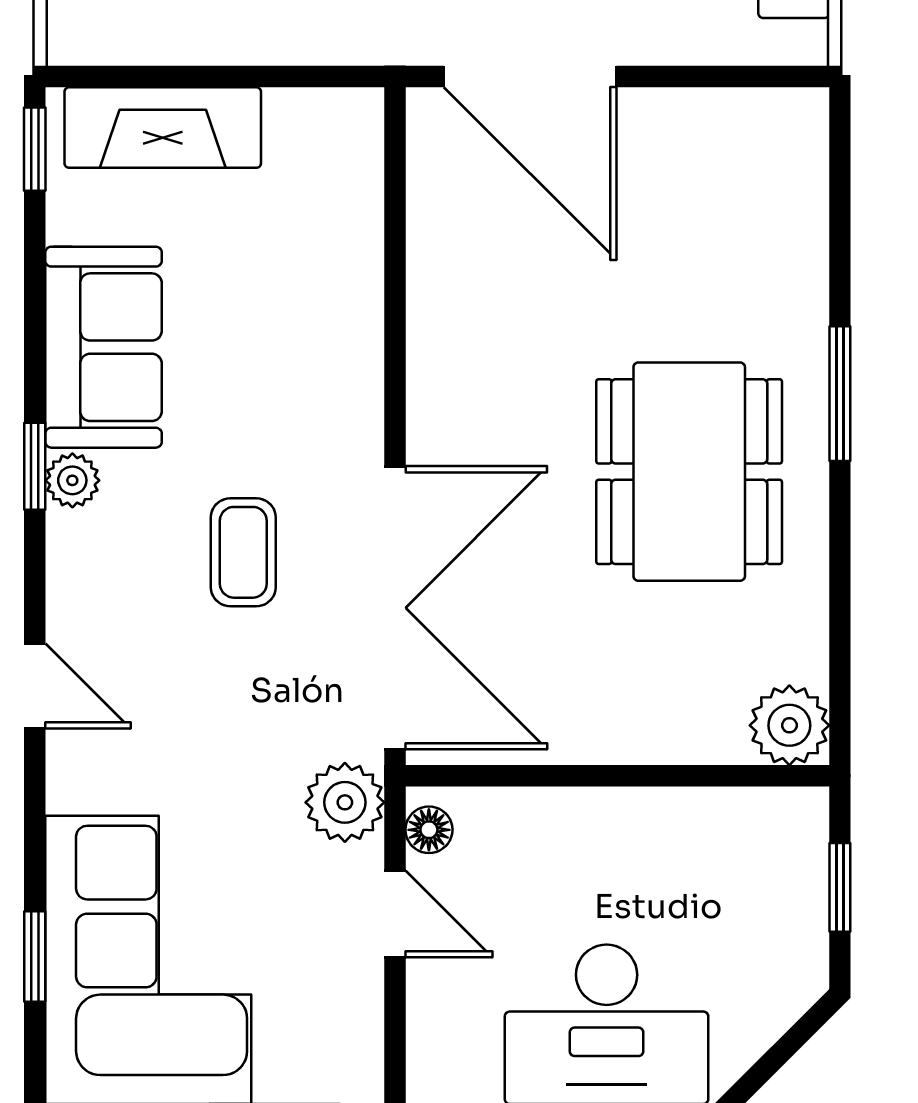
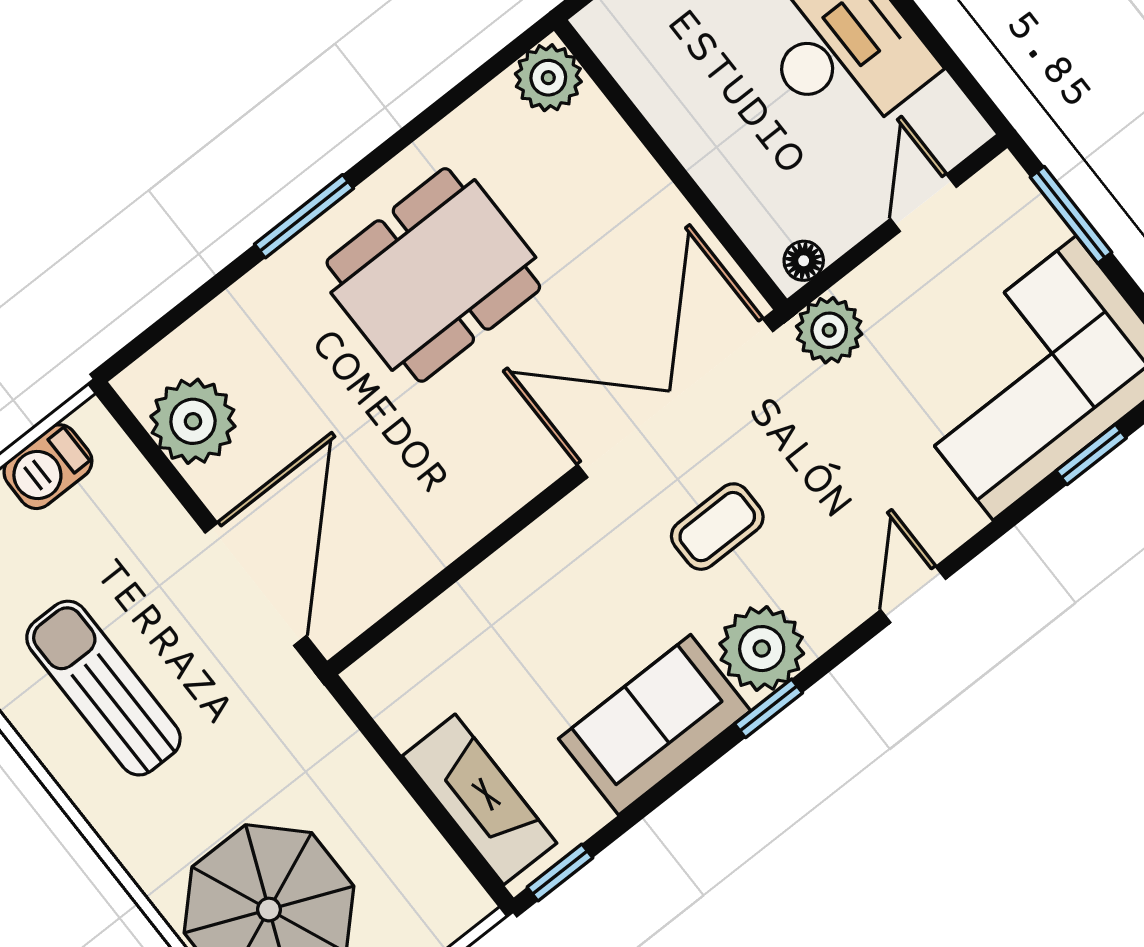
plant: (729, 138) -> (193, 421), added
plant: (72, 480) -> (762, 649), width x1.87, depth x1.87
door: (395, 914) -> (923, 203), moved

